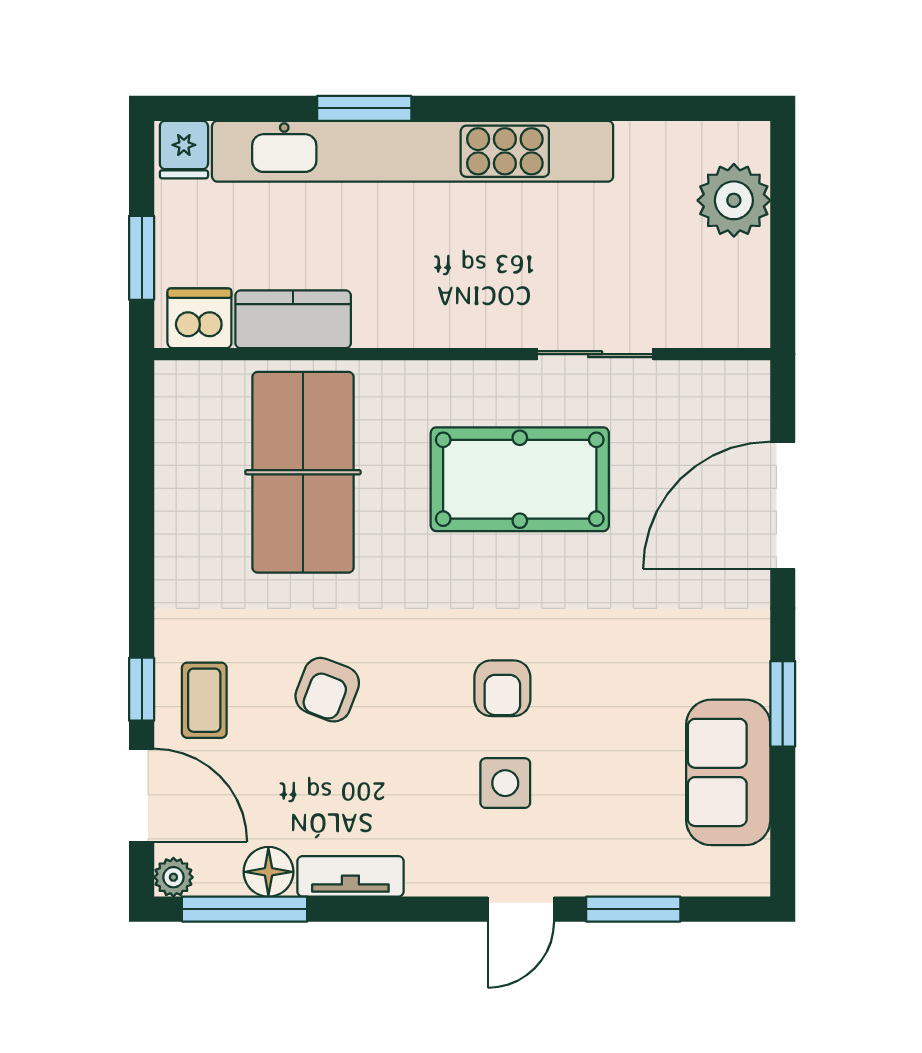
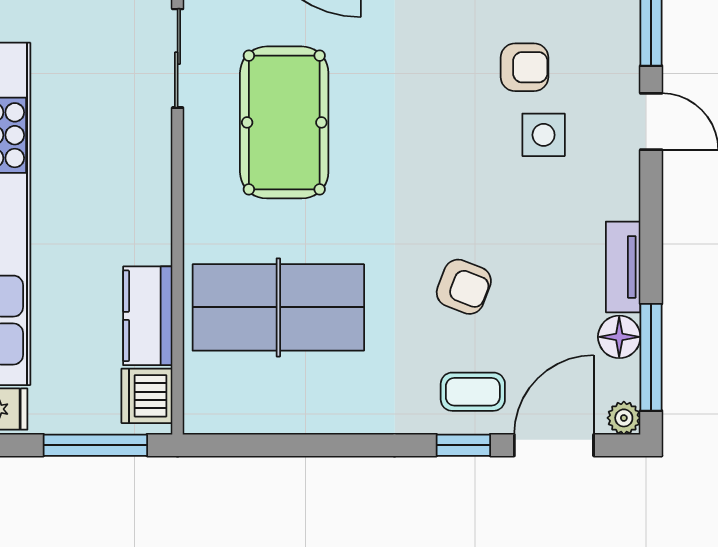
window: (142, 258) -> (95, 445), width x1.44
armchair: (502, 688) -> (525, 67), moved

